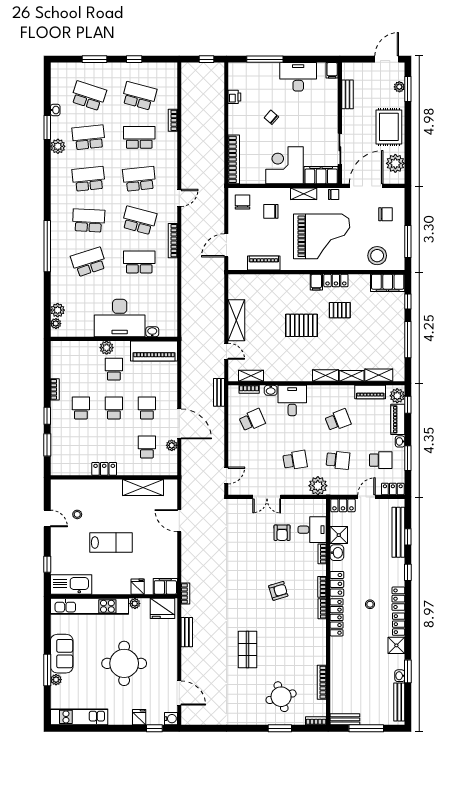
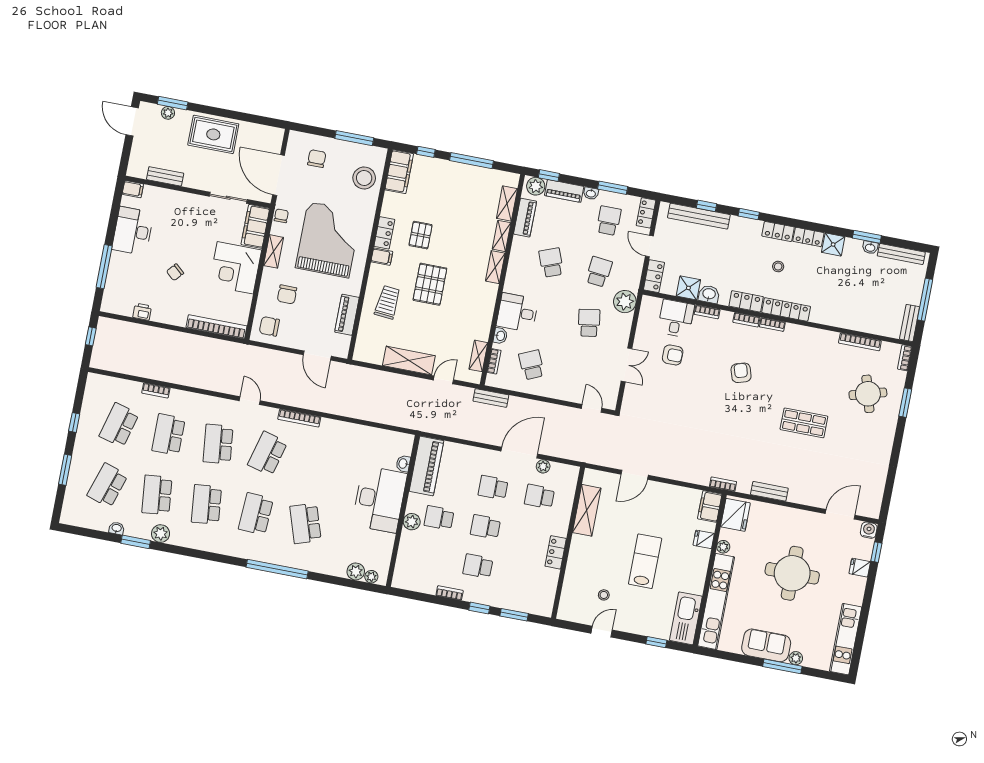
plant: (395, 163) -> (258, 135), removed
school desk: (139, 262) -> (317, 463), removed
trolley: (280, 294) -> (388, 302), added

